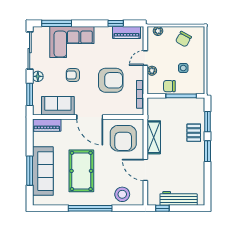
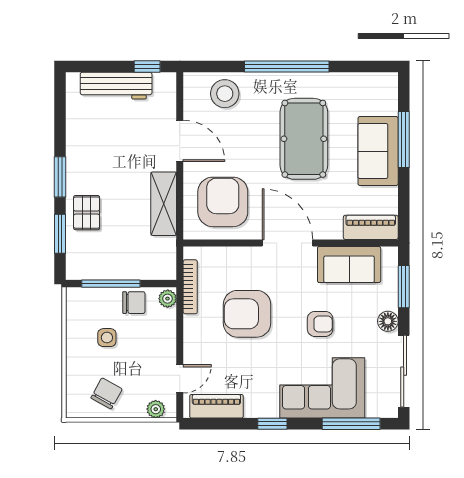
window: (116, 23) -> (272, 424), moved
door: (145, 58) -> (180, 379), moved
plant: (152, 71) -> (168, 299), moved
sofa: (43, 171) -> (378, 151), width x0.73

